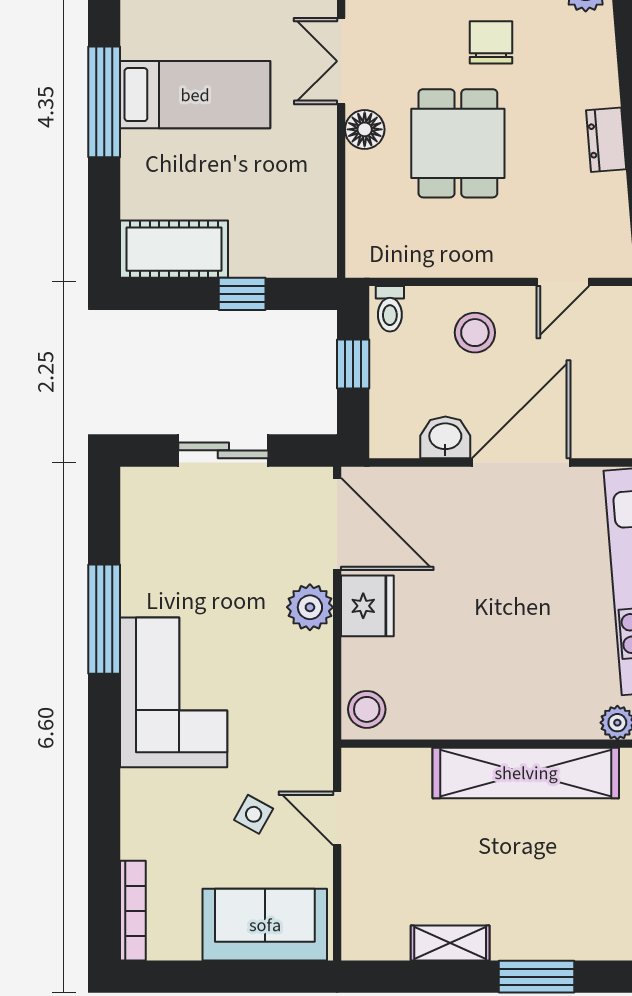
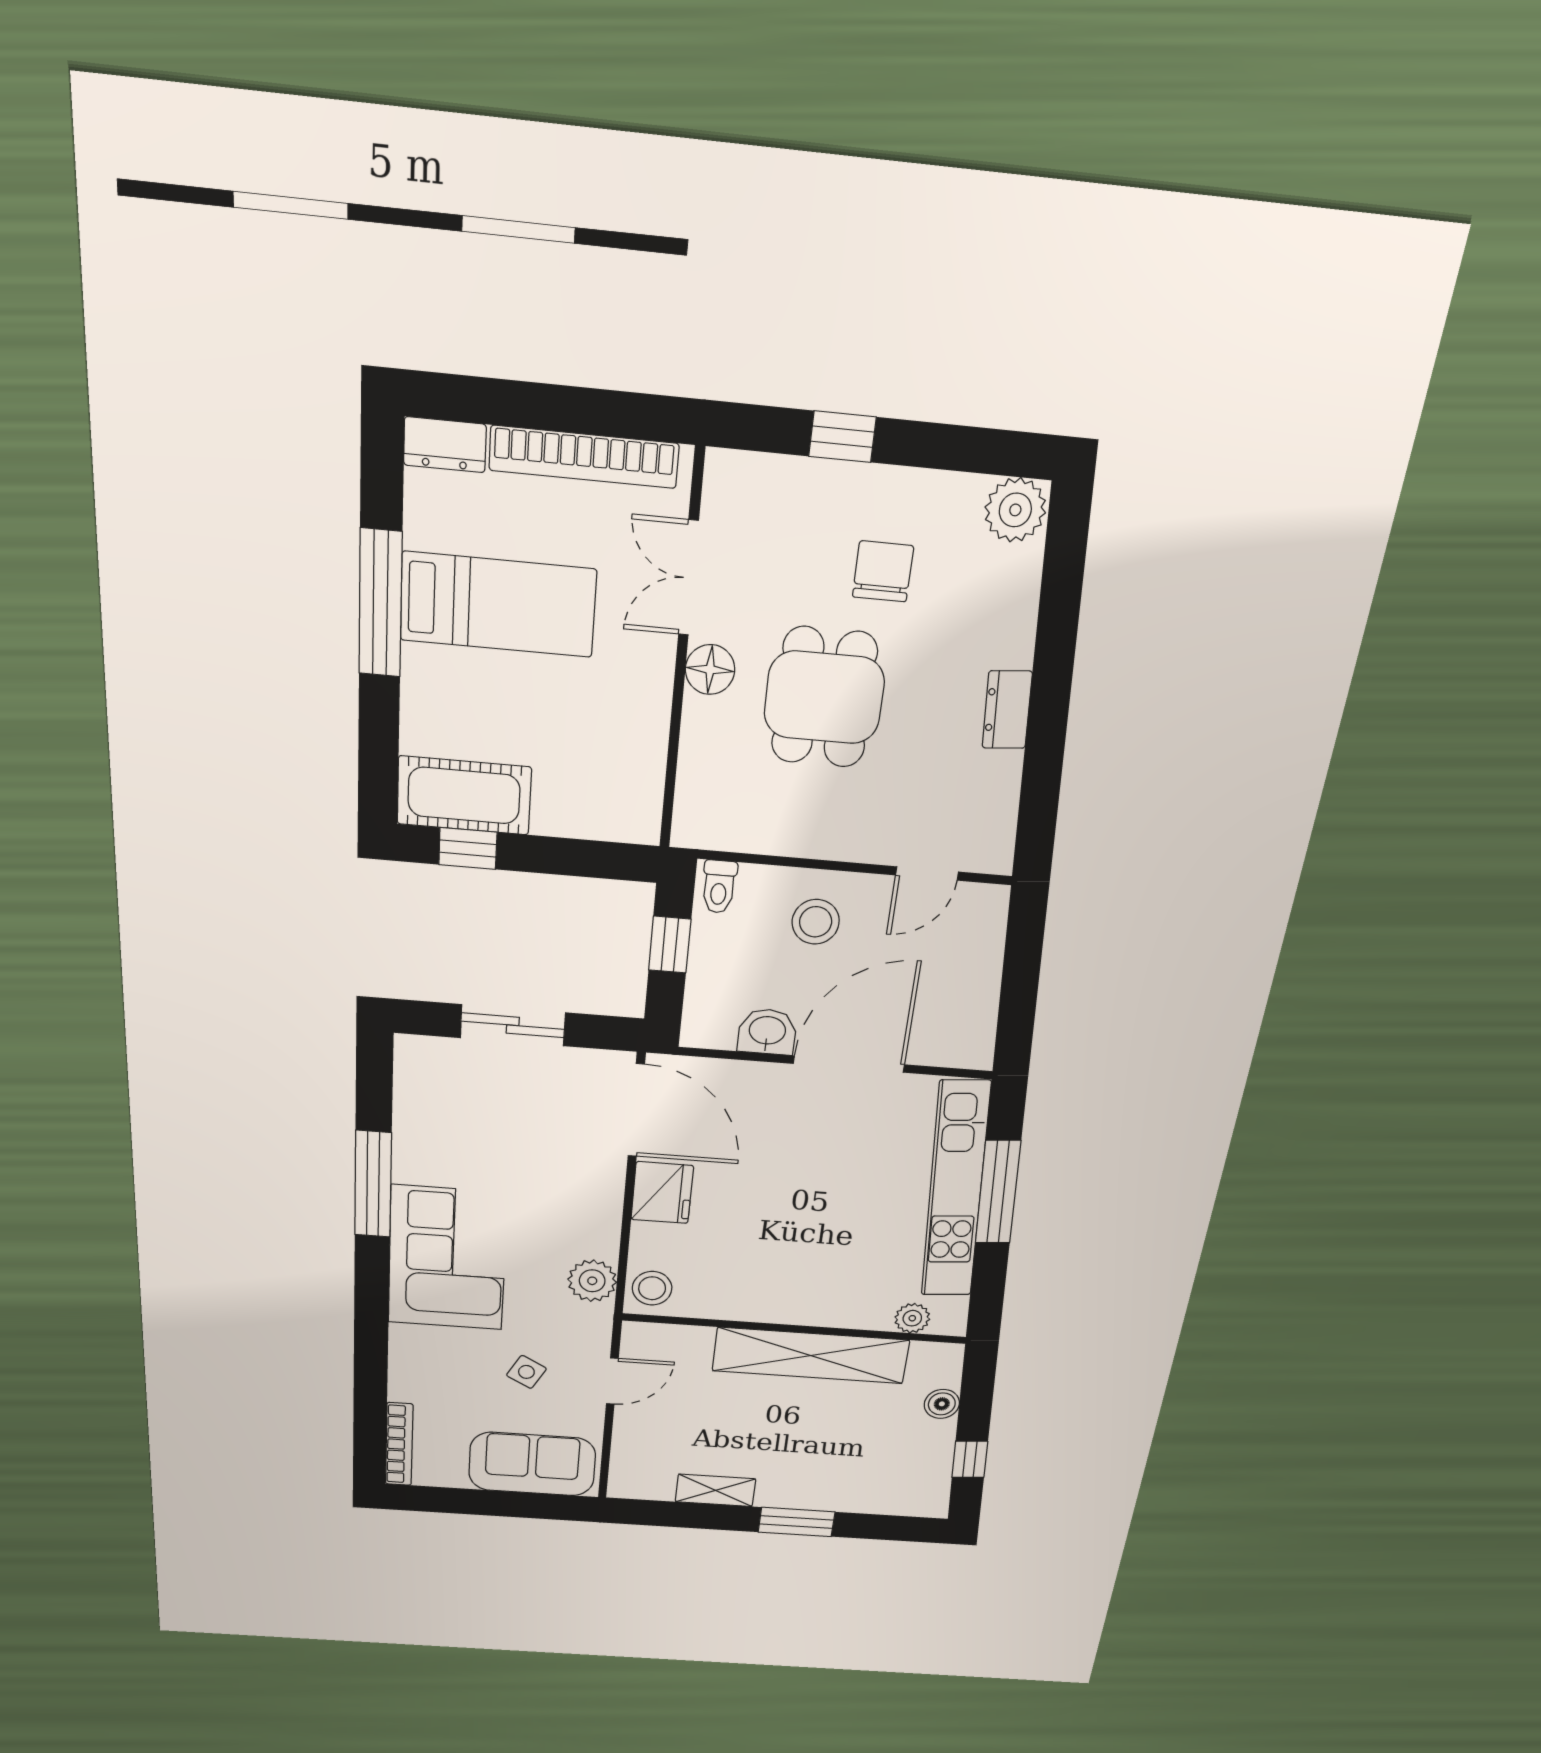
window: (242, 294) -> (468, 848), moved
plant: (310, 607) -> (592, 1281), moved
door: (337, 818) -> (612, 1381), swing flipped

